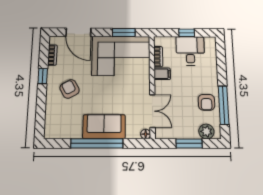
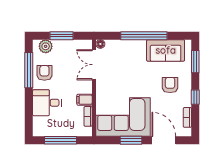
window: (124, 32) -> (131, 140), moved
window: (187, 33) -> (60, 140), width x2.17
desk: (190, 51) -> (47, 103), moved, turned 90
armchair: (70, 89) -> (170, 85), turned -151
window: (40, 114) -> (195, 62), added
sofa: (104, 127) -> (166, 50), moved

